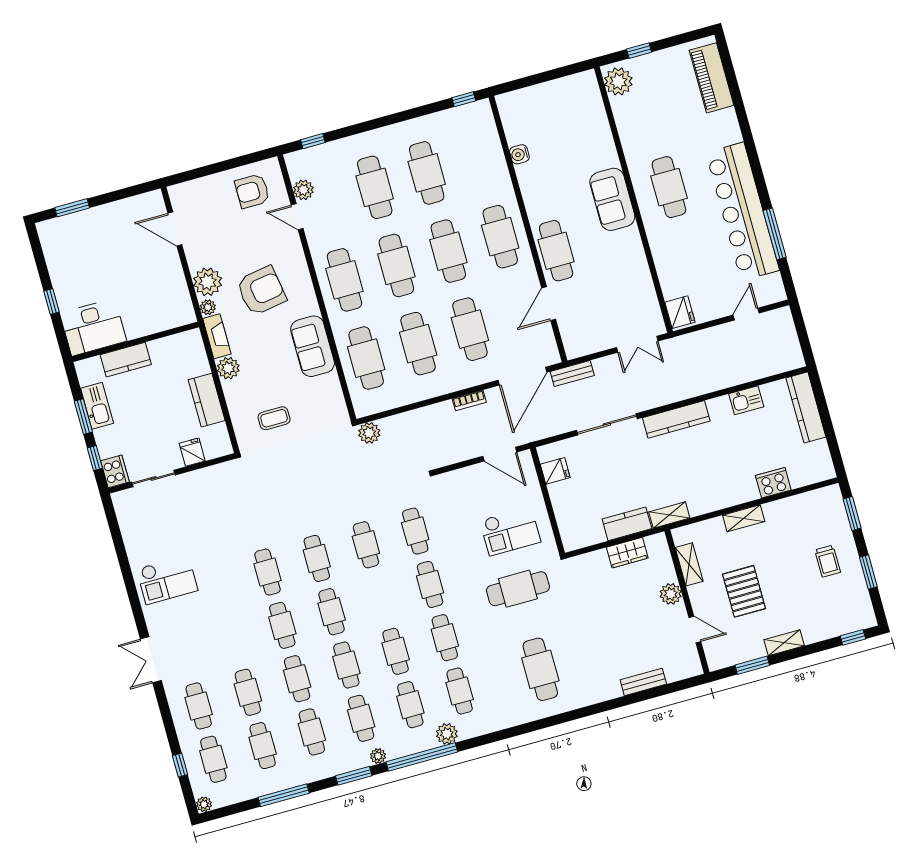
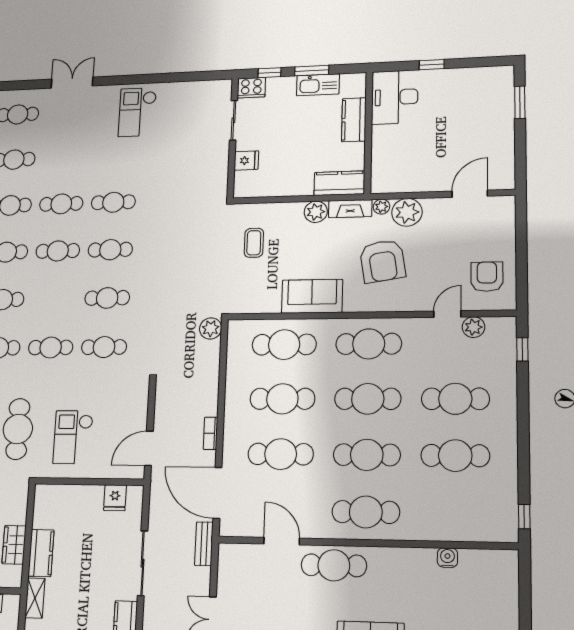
kitchen counter: (207, 400) -> (339, 183), moved

